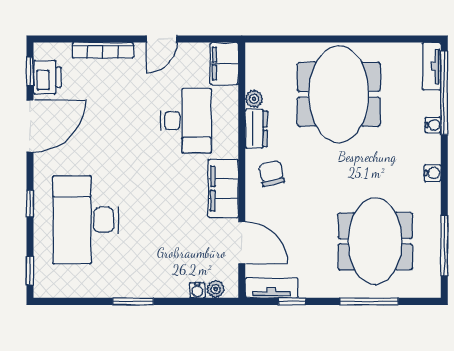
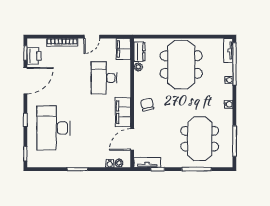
desk: (186, 121) -> (104, 78), turned 180
dresser: (256, 129) -> (139, 52), moved
door: (242, 243) -> (132, 139), swing flipped

